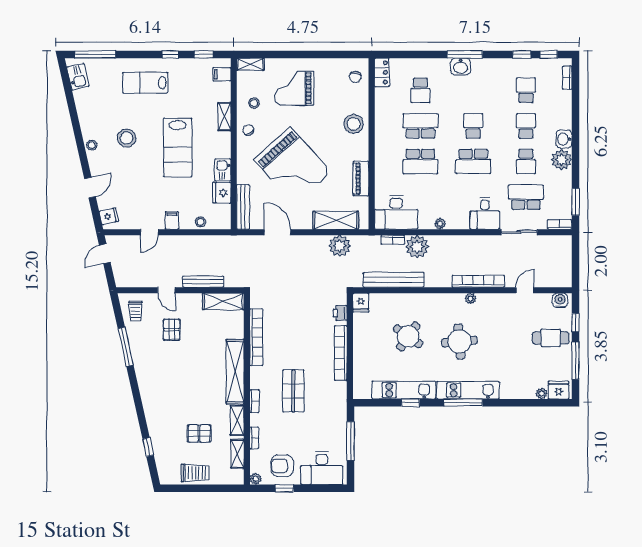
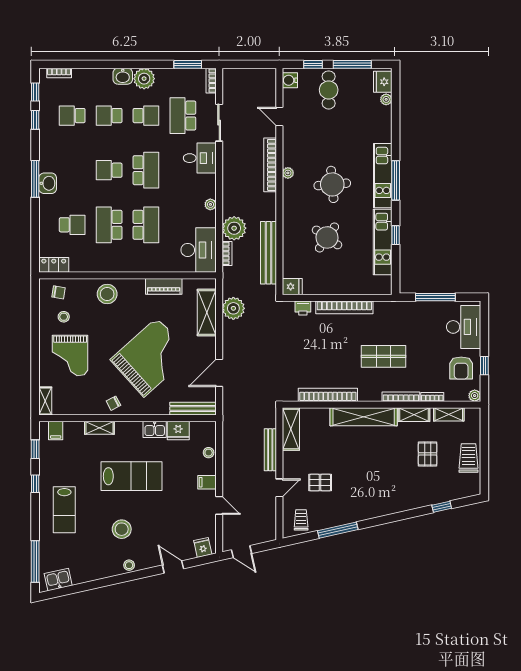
stool: (254, 103) -> (64, 317), moved
trolley: (135, 311) -> (301, 520), turned -90
bookcase: (254, 401) -> (401, 397), width x1.56

